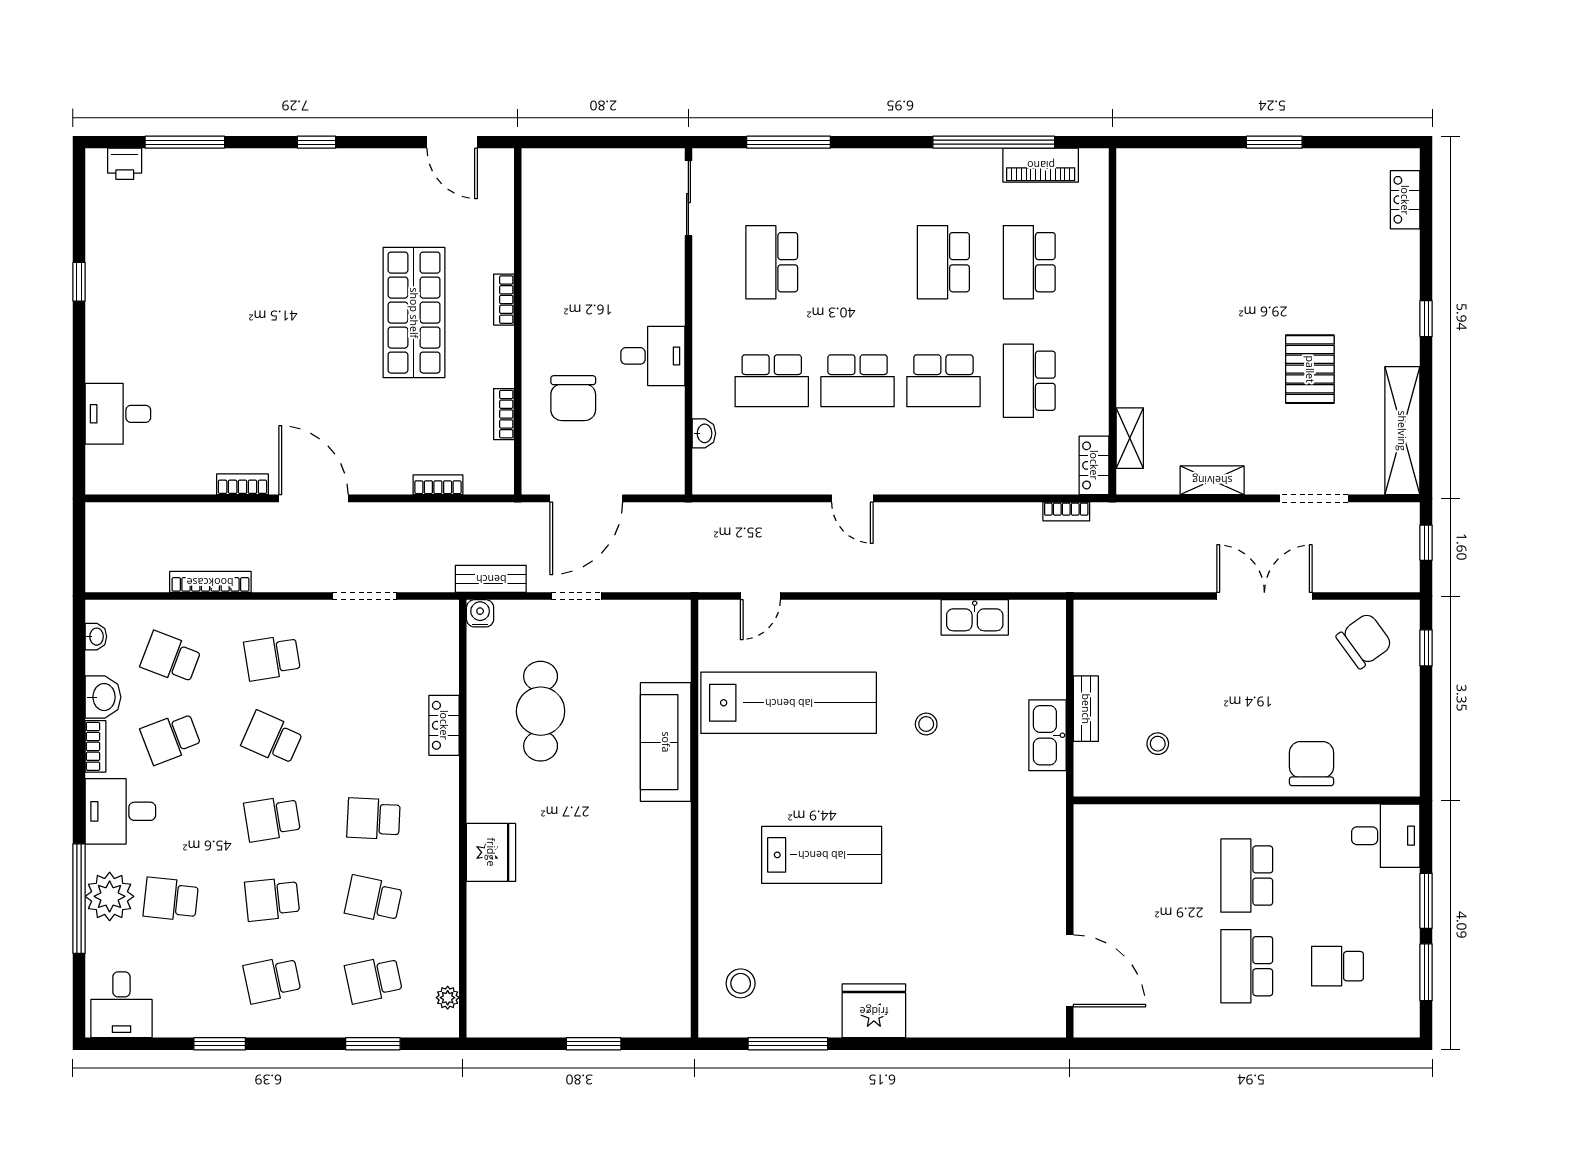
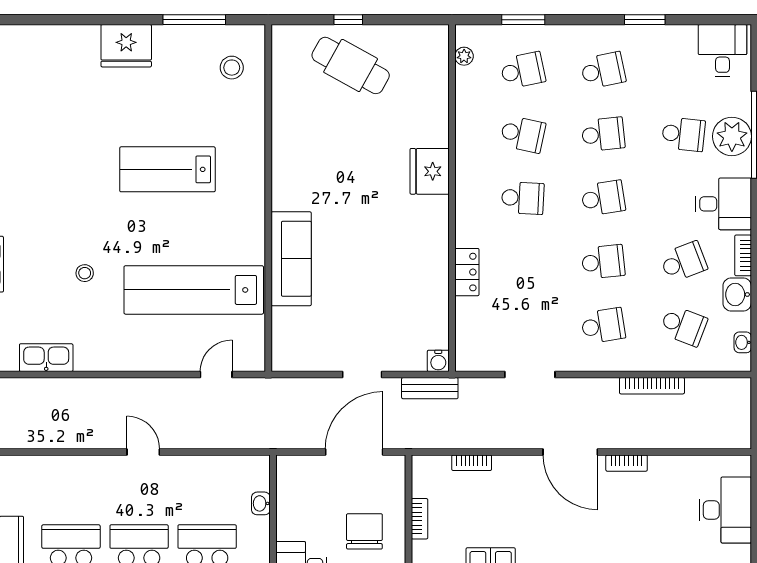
desk: (118, 414) -> (725, 510), width x1.37
cafe table: (541, 711) -> (351, 65), moved, turned -61
school desk: (272, 738) -> (603, 262), turned -30
window: (594, 1044) -> (348, 20), width x0.67

